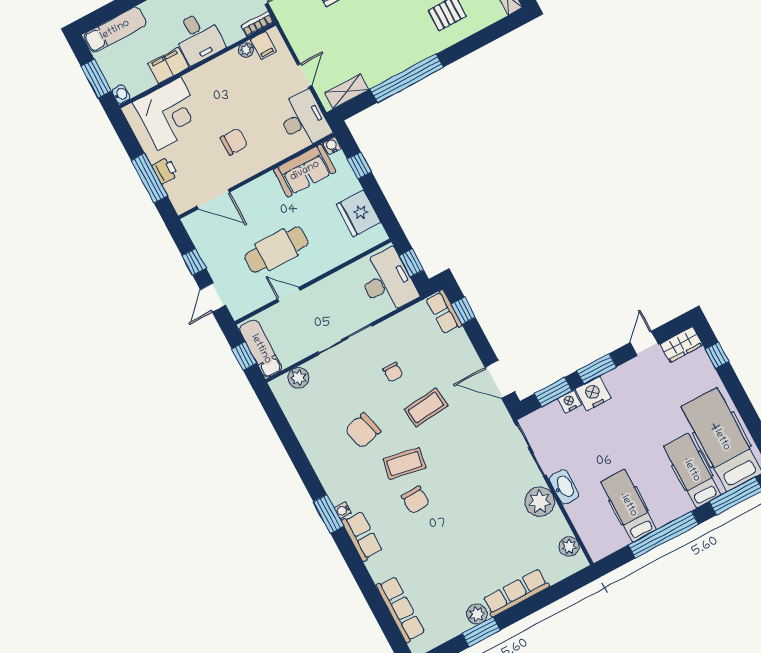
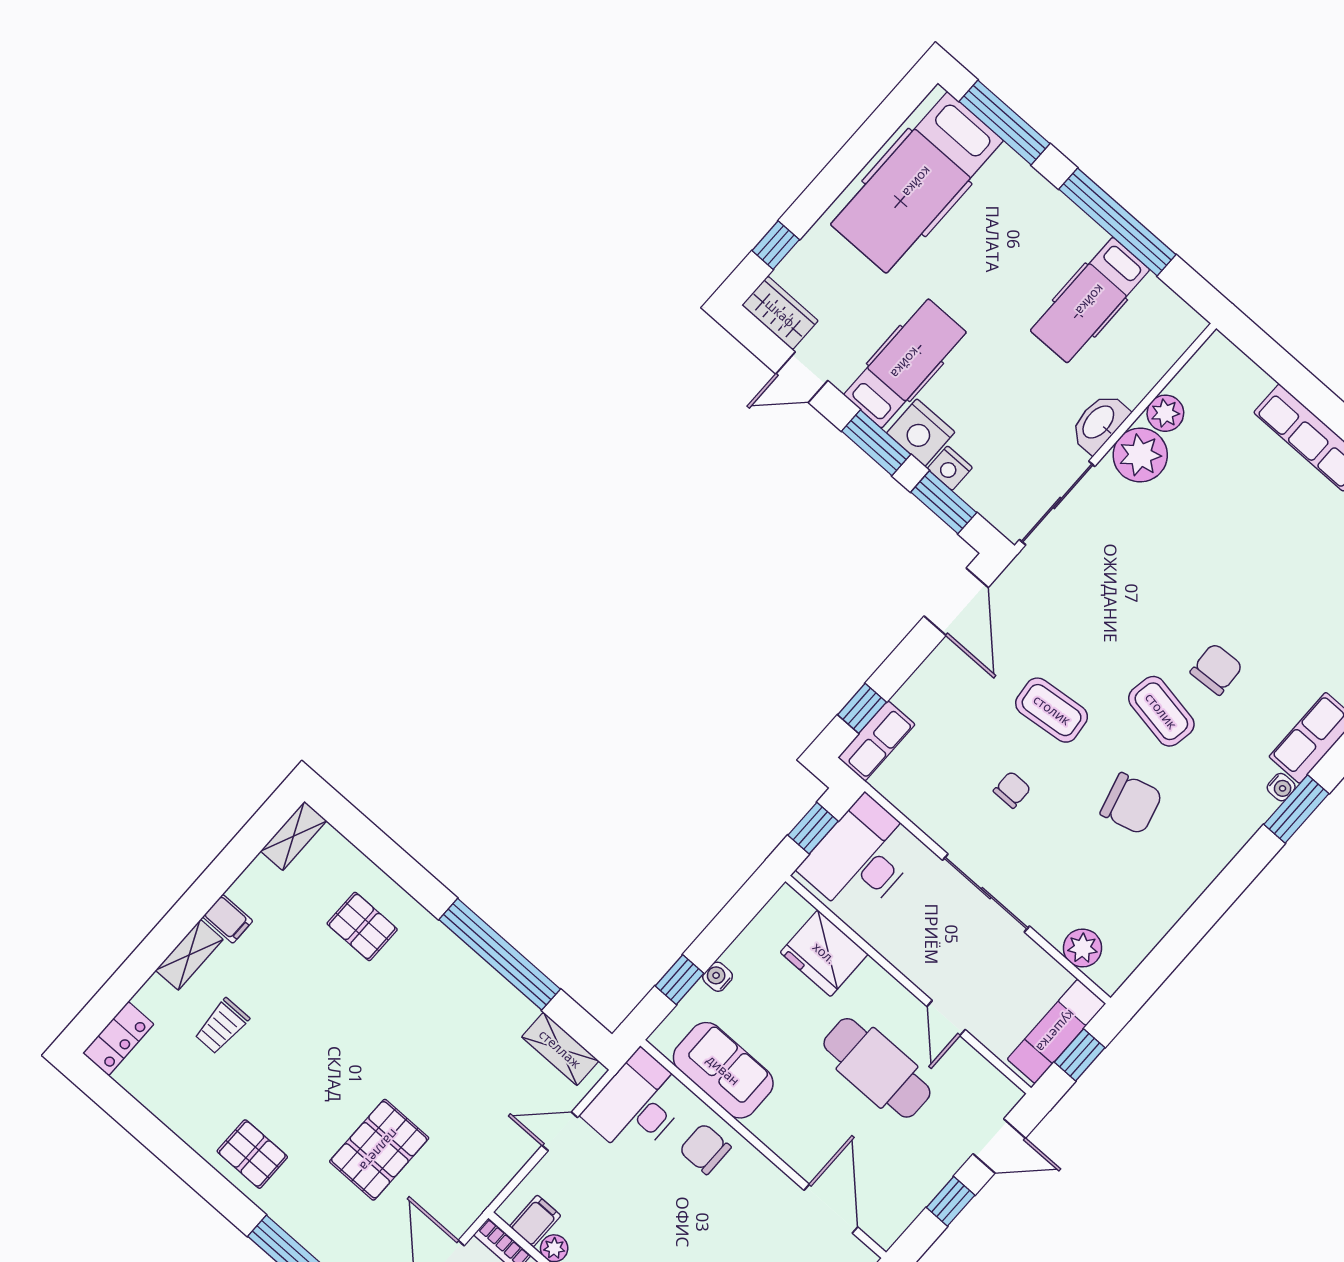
chair: (234, 142) -> (705, 1149), moved
water cooler: (332, 146) -> (718, 977), moved, turned 90
fridge: (358, 213) -> (824, 953), moved, turned 90
hospital bed: (692, 471) -> (905, 363), moved, turned 180
plant: (569, 547) -> (1165, 413), moved

